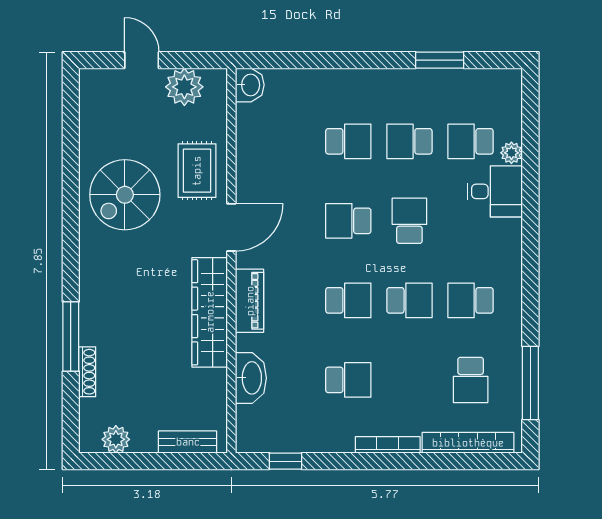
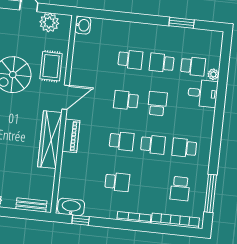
school desk: (471, 141) -> (193, 66), turned 180
washbasin: (251, 378) -> (71, 207), moved, turned -90

